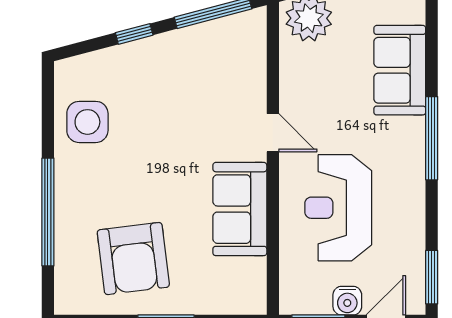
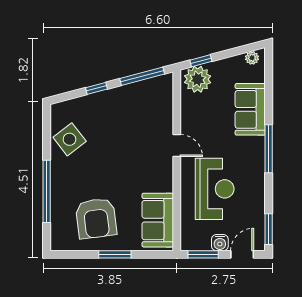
side table: (87, 122) -> (70, 139), turned -38
reception desk: (338, 208) -> (215, 189), turned 180
sofa: (240, 209) -> (158, 220), moved

